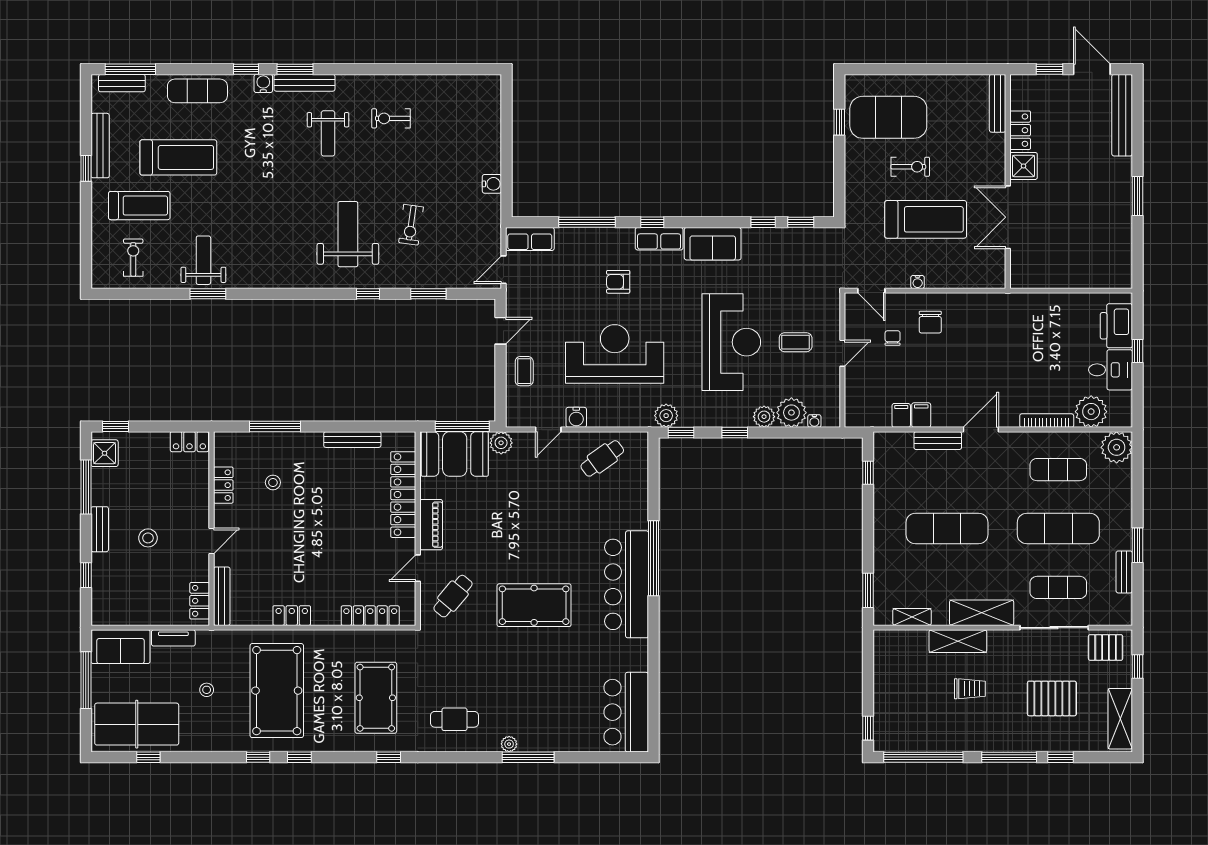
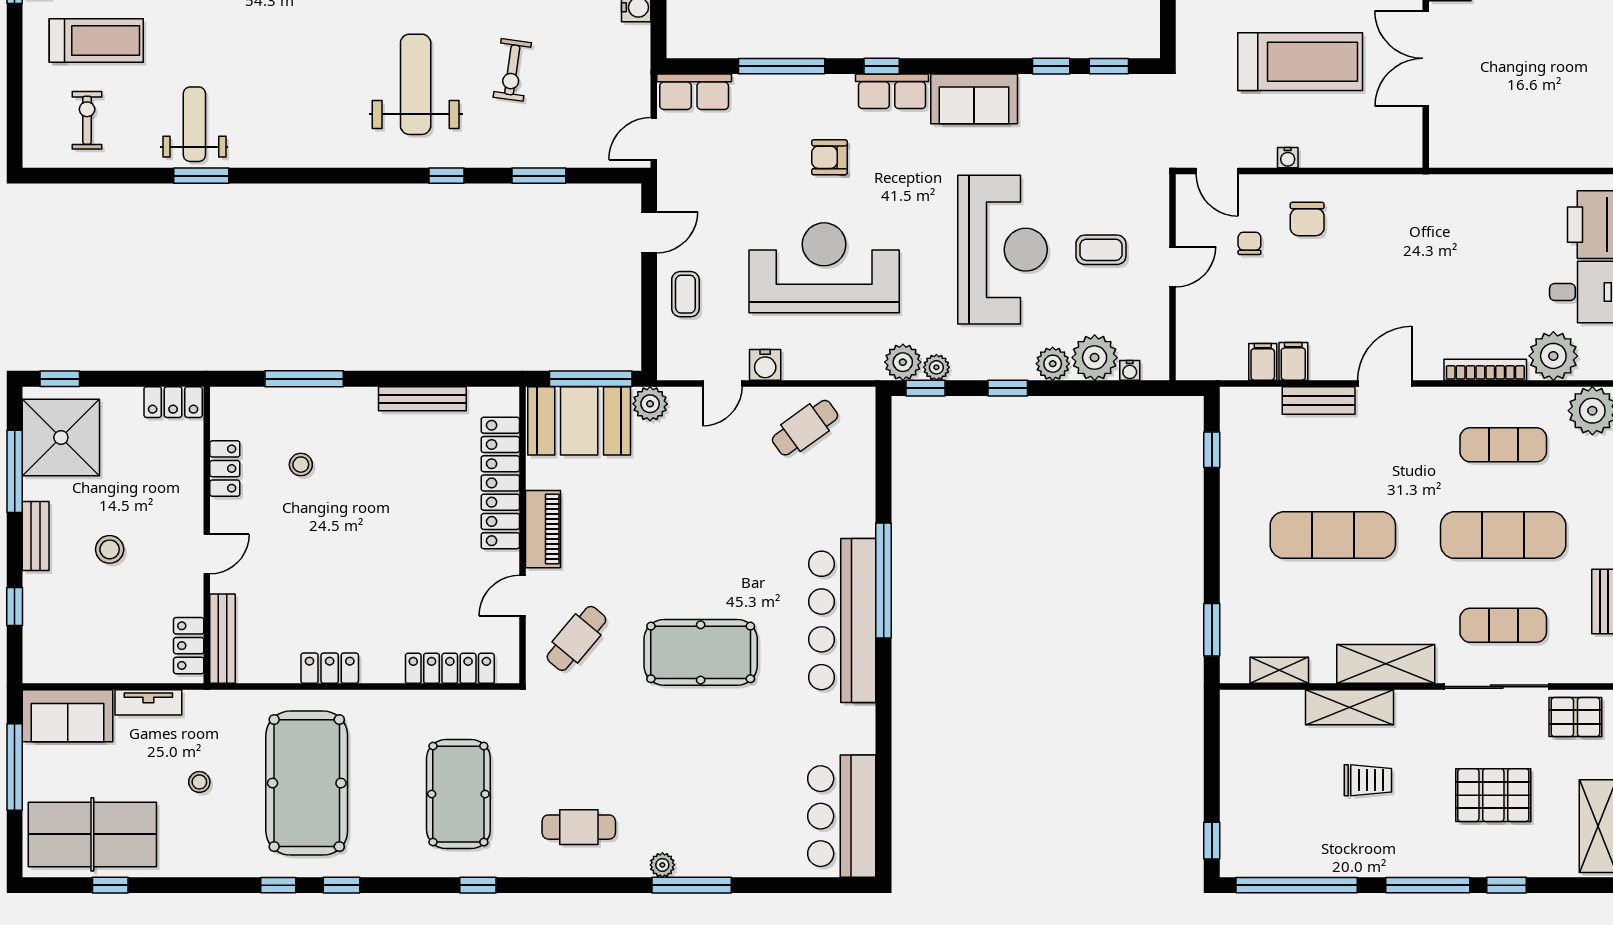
plant: (688, 419) -> (936, 367), added
shower: (105, 453) -> (61, 438), width x1.86, depth x1.86

